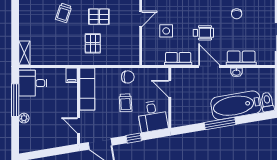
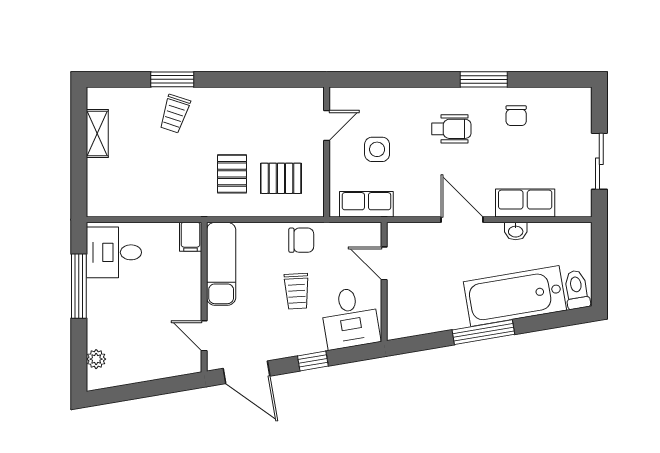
pallet: (99, 17) -> (281, 178), moved
wheelchair: (203, 33) -> (451, 129), moved
shelving: (24, 53) -> (97, 134), moved
row of seats: (178, 59) -> (366, 204), moved
plant: (24, 118) -> (96, 359), moved

